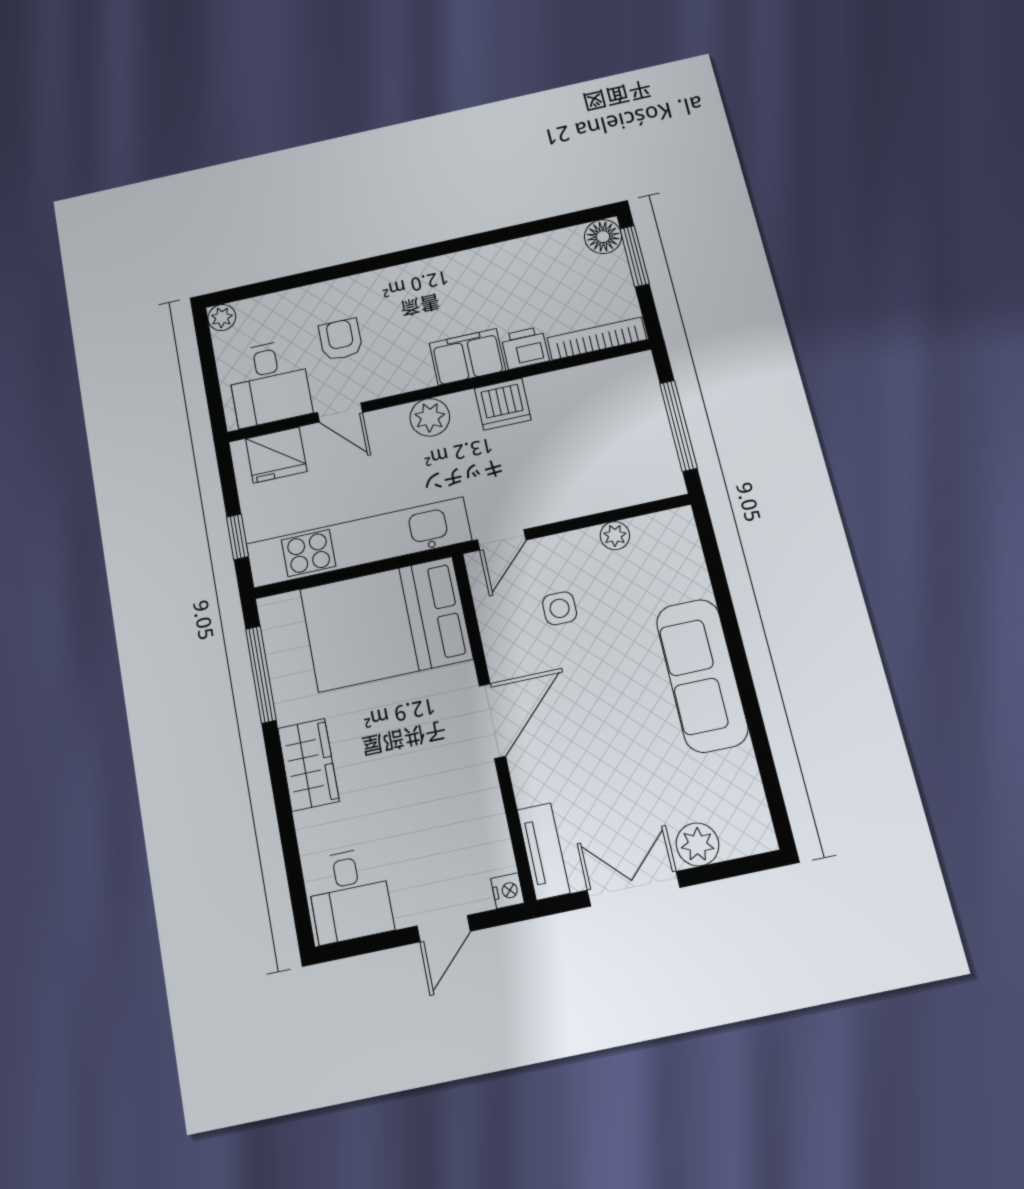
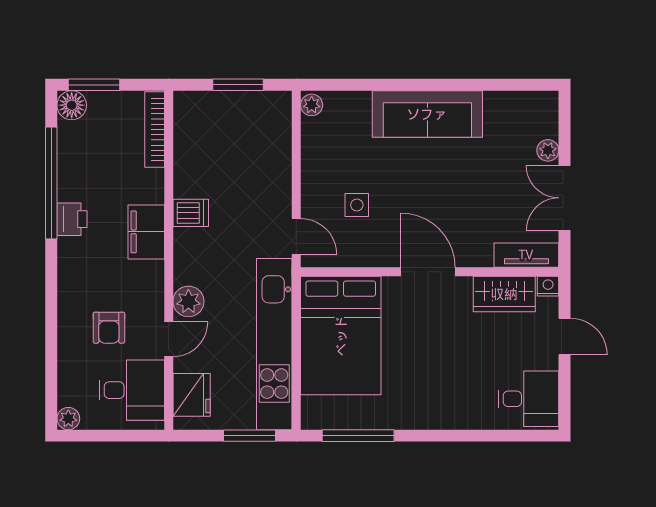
window: (503, 235) -> (51, 183), added
armchair: (341, 339) -> (109, 328), turned -90
printer: (525, 348) -> (72, 219), moved, turned 180
dishwasher: (503, 404) -> (191, 213), width x0.73
plant: (430, 417) -> (188, 301), moved
window: (678, 426) -> (238, 85), width x0.69
plant: (615, 536) -> (312, 105), moved
window: (238, 537) -> (250, 436), width x1.50
wardrobe: (308, 765) -> (504, 294), moved, turned 180
plant: (697, 844) -> (548, 150), width x0.73, depth x0.73

